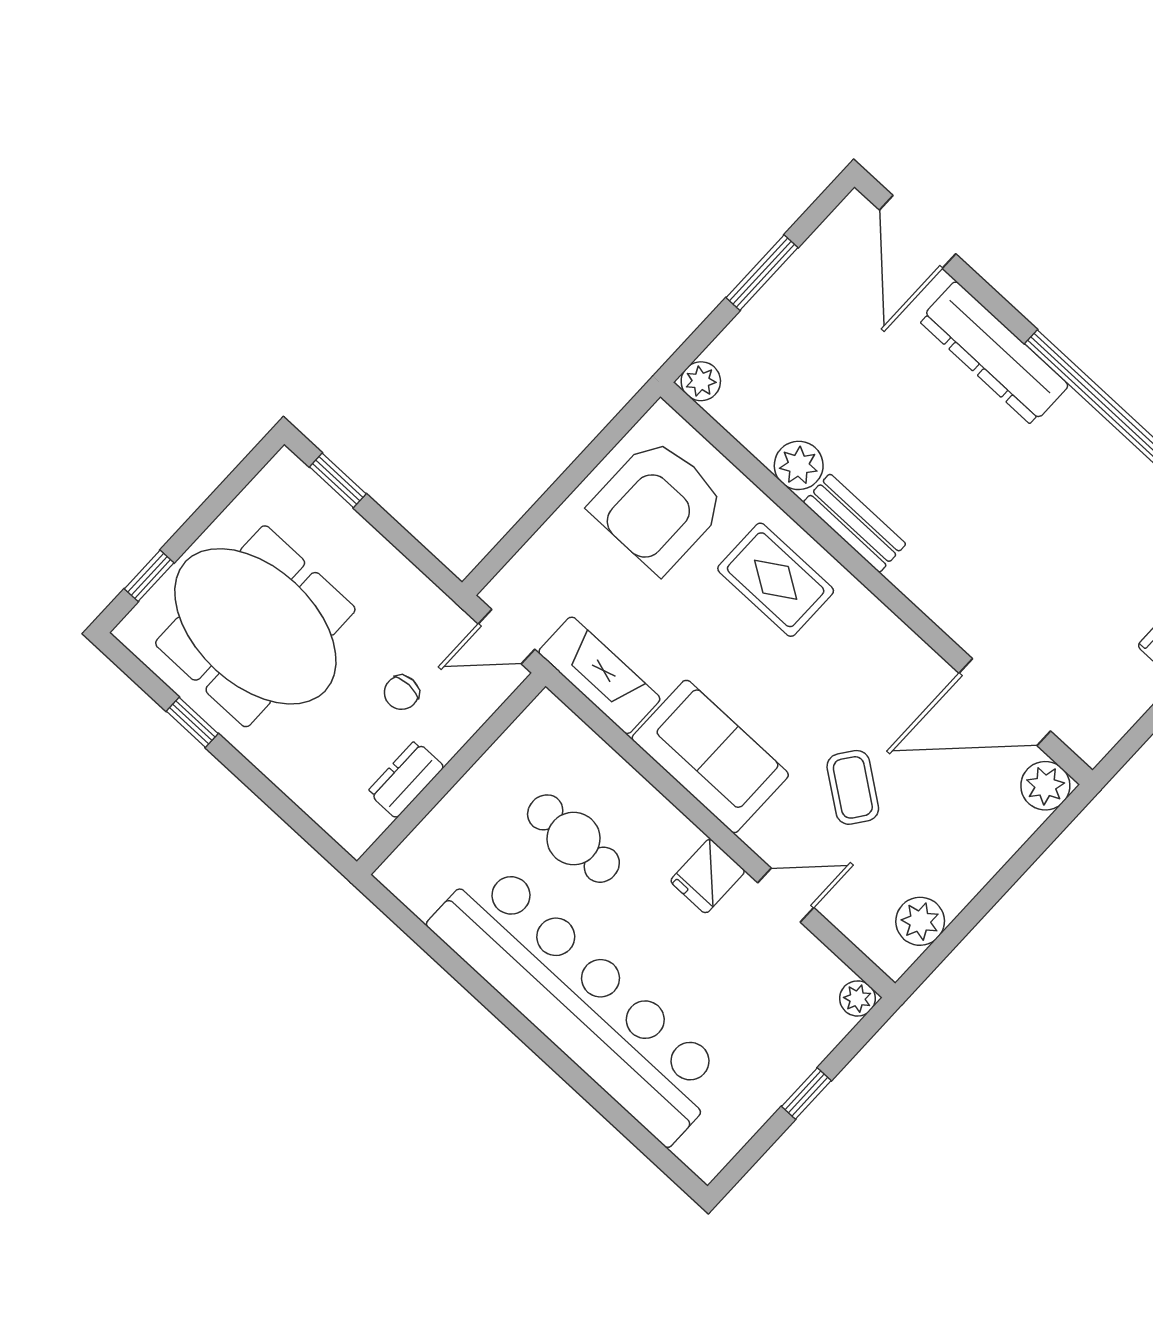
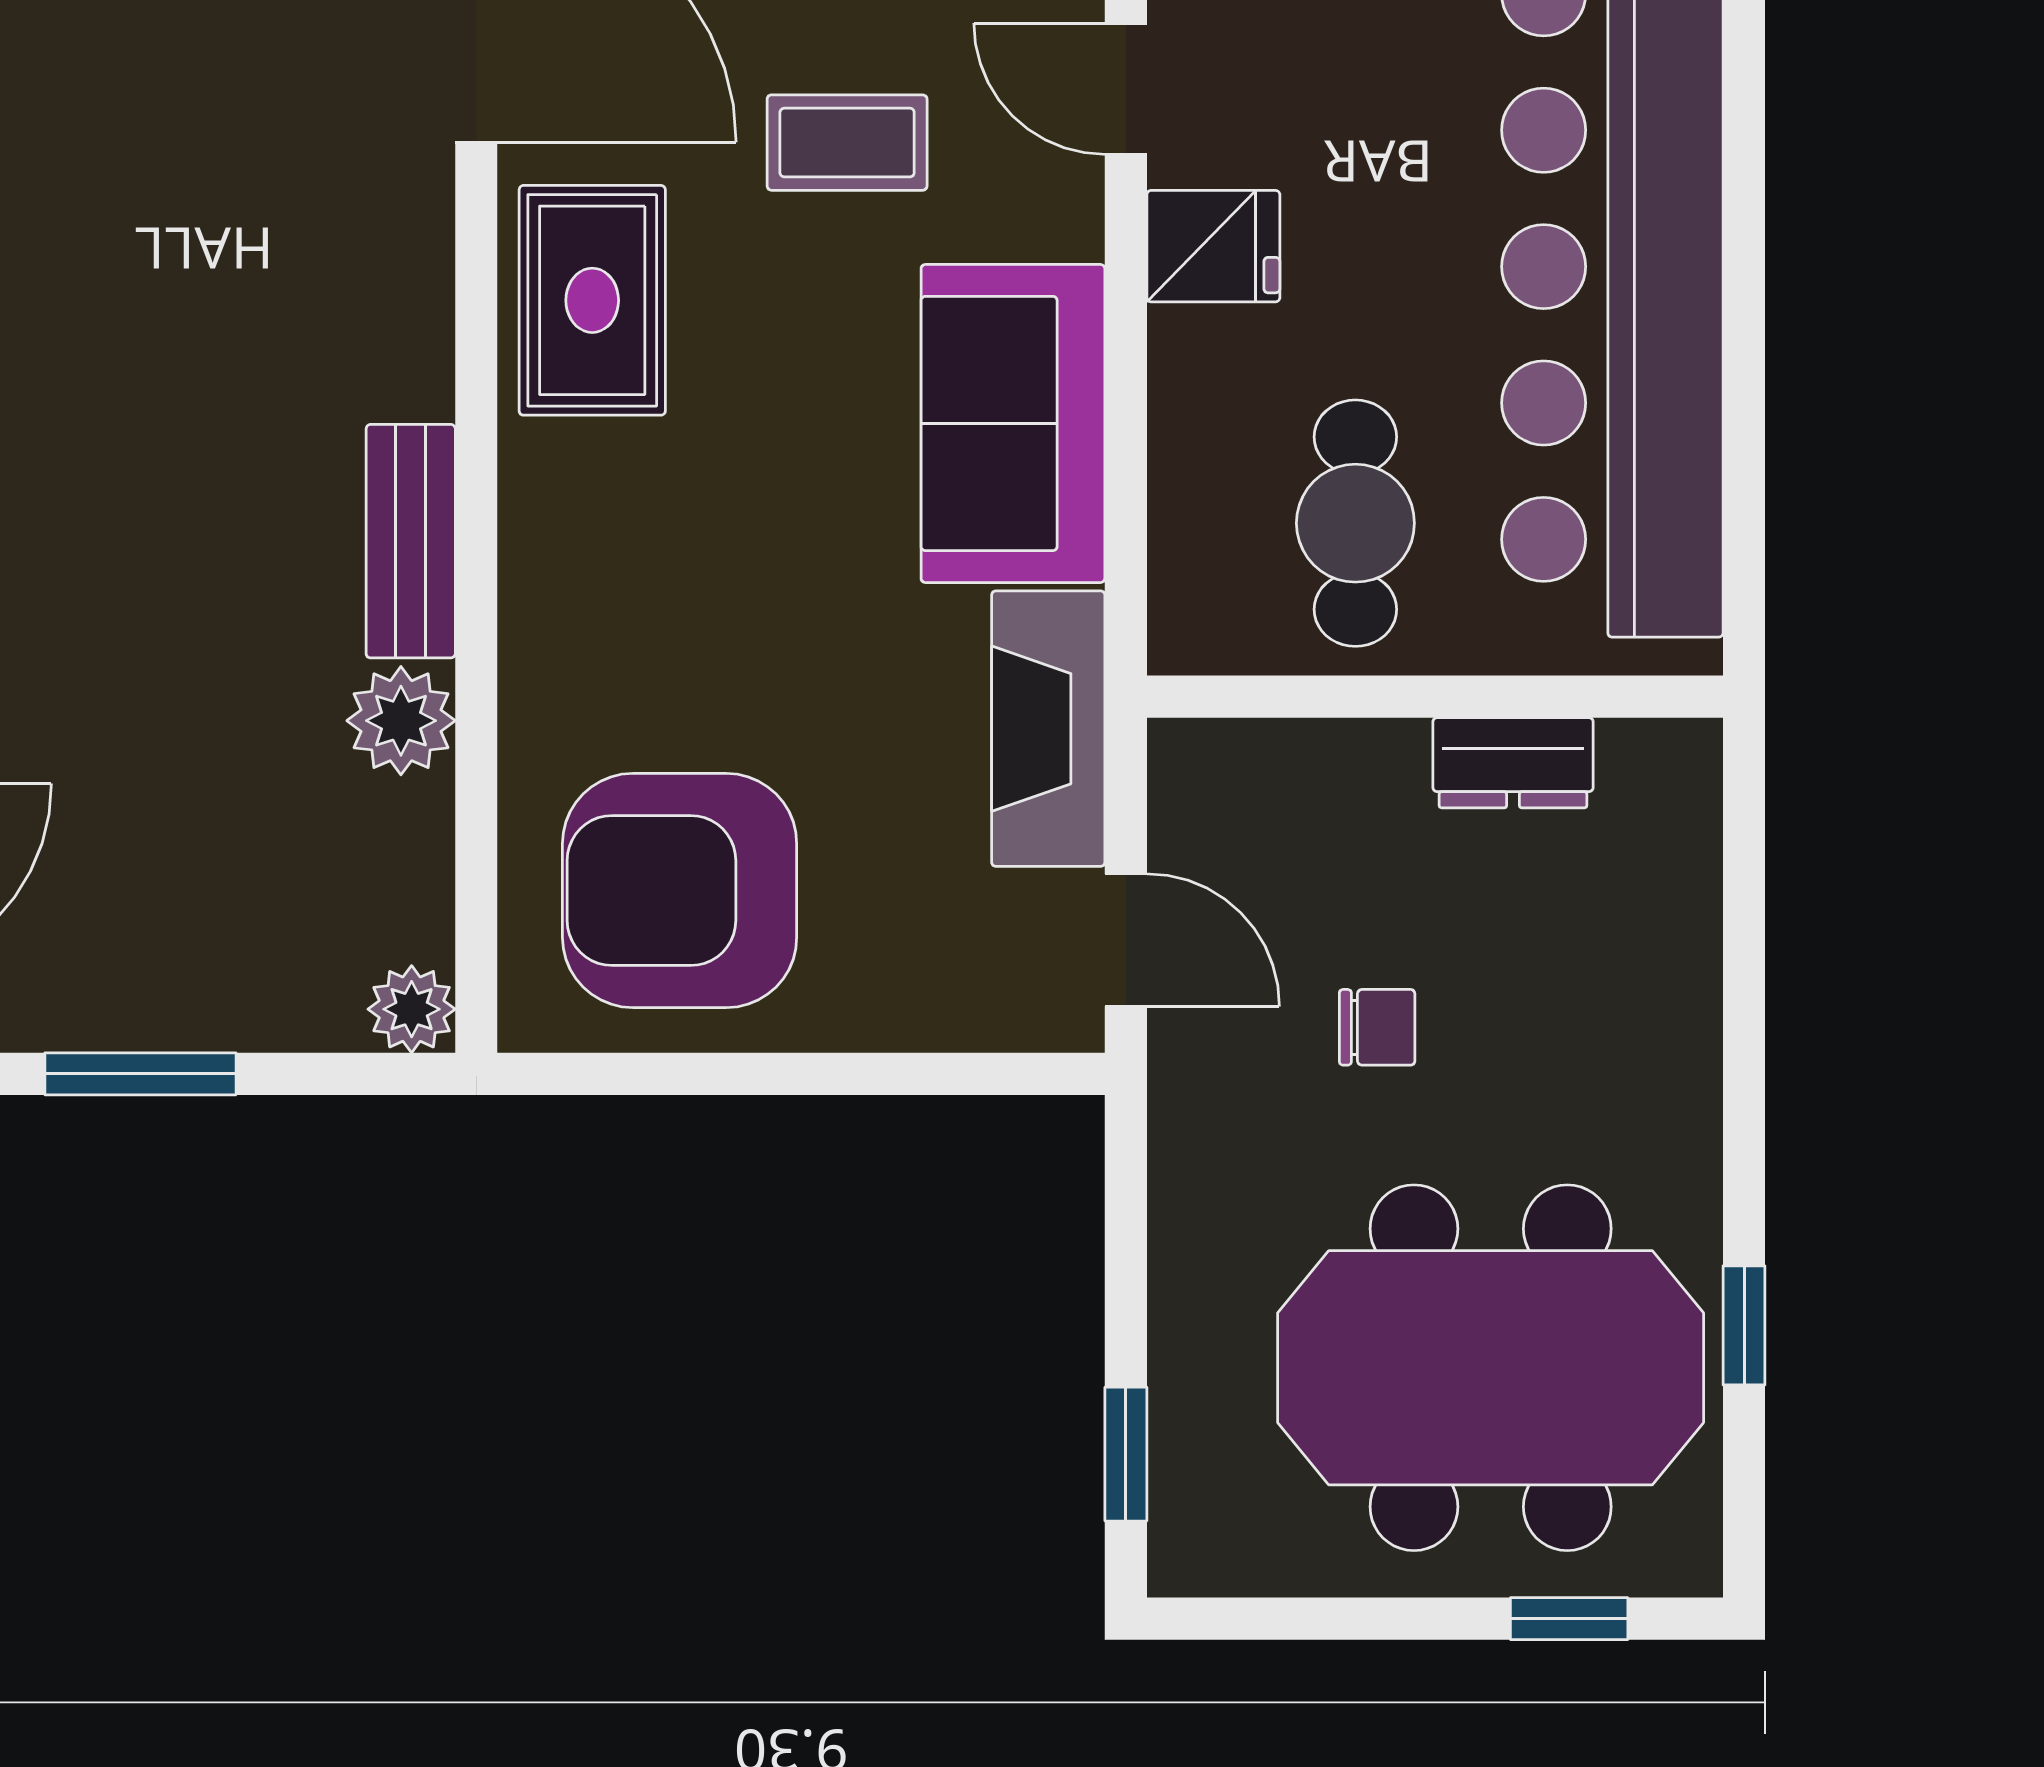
armchair: (658, 505) -> (680, 890), turned 180
rug: (776, 580) -> (592, 300), moved
meeting table: (255, 626) -> (1491, 1368), turned 90
wall: (451, 774) -> (1435, 697), moved
dresser: (406, 779) -> (1513, 763), moved
coffee table: (853, 787) -> (847, 143), turned 54

